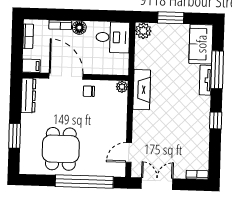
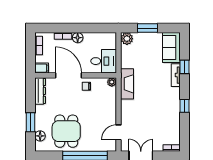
desk: (113, 37) -> (104, 61), moved
window: (217, 70) -> (184, 67), width x0.46
floor lamp: (27, 154) -> (40, 136), added

